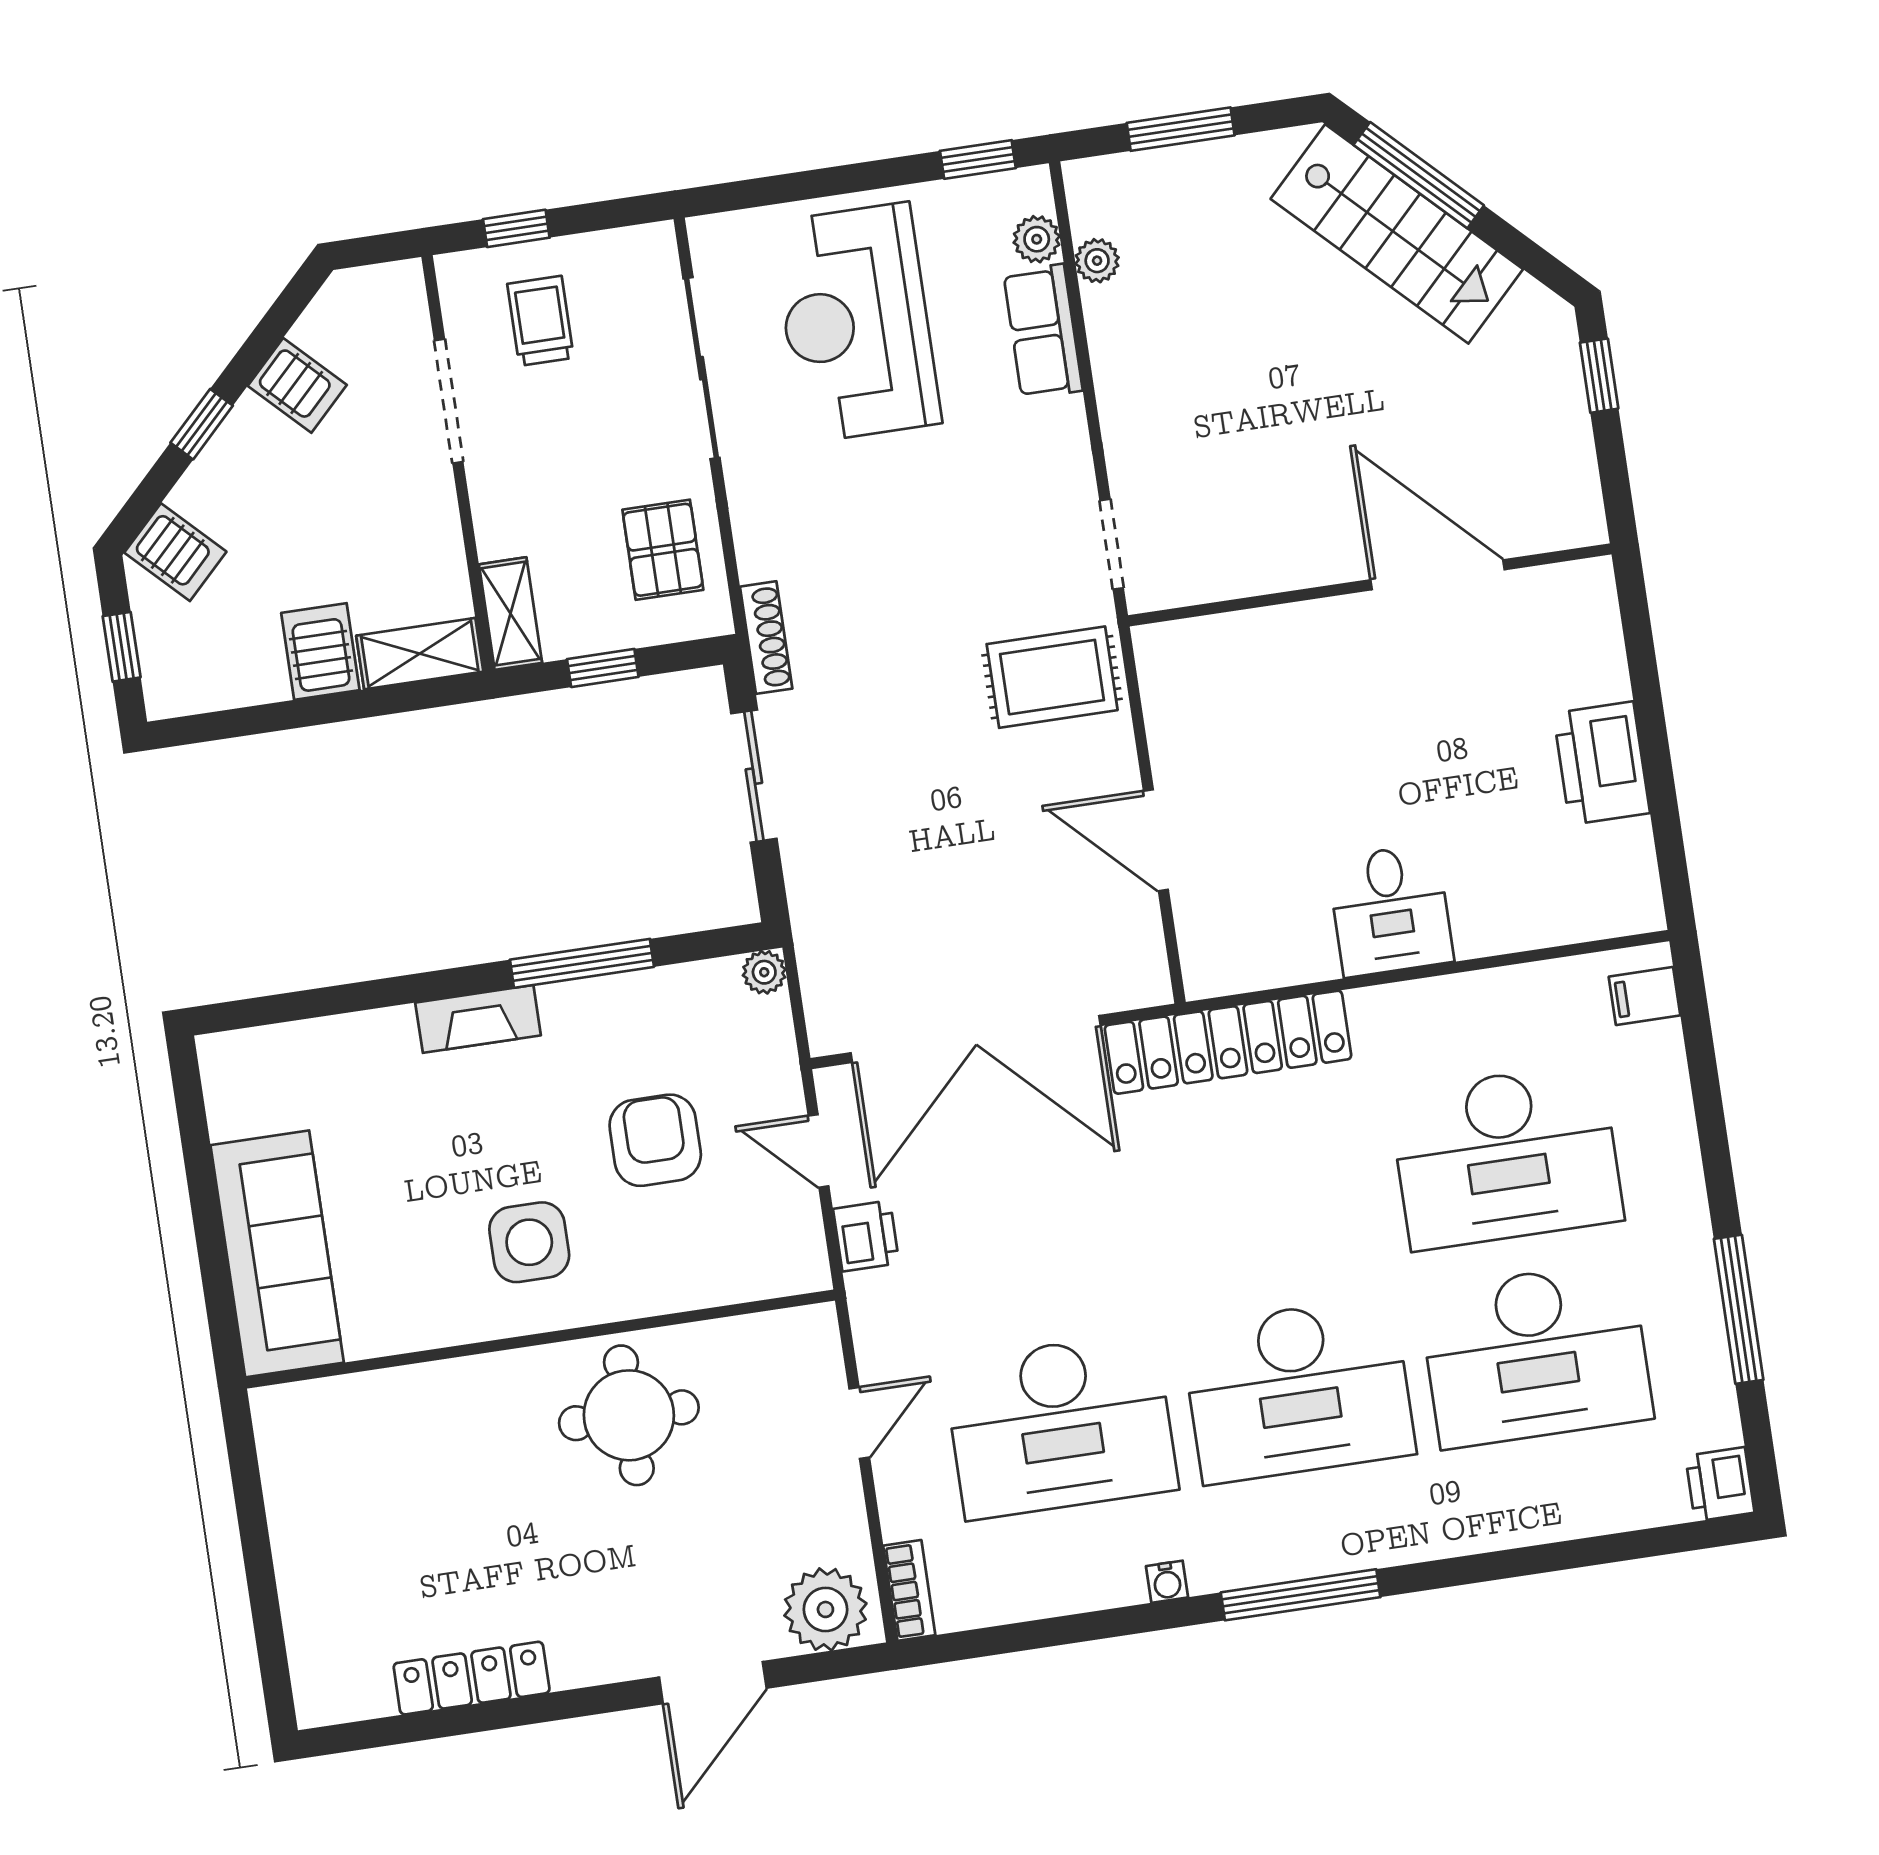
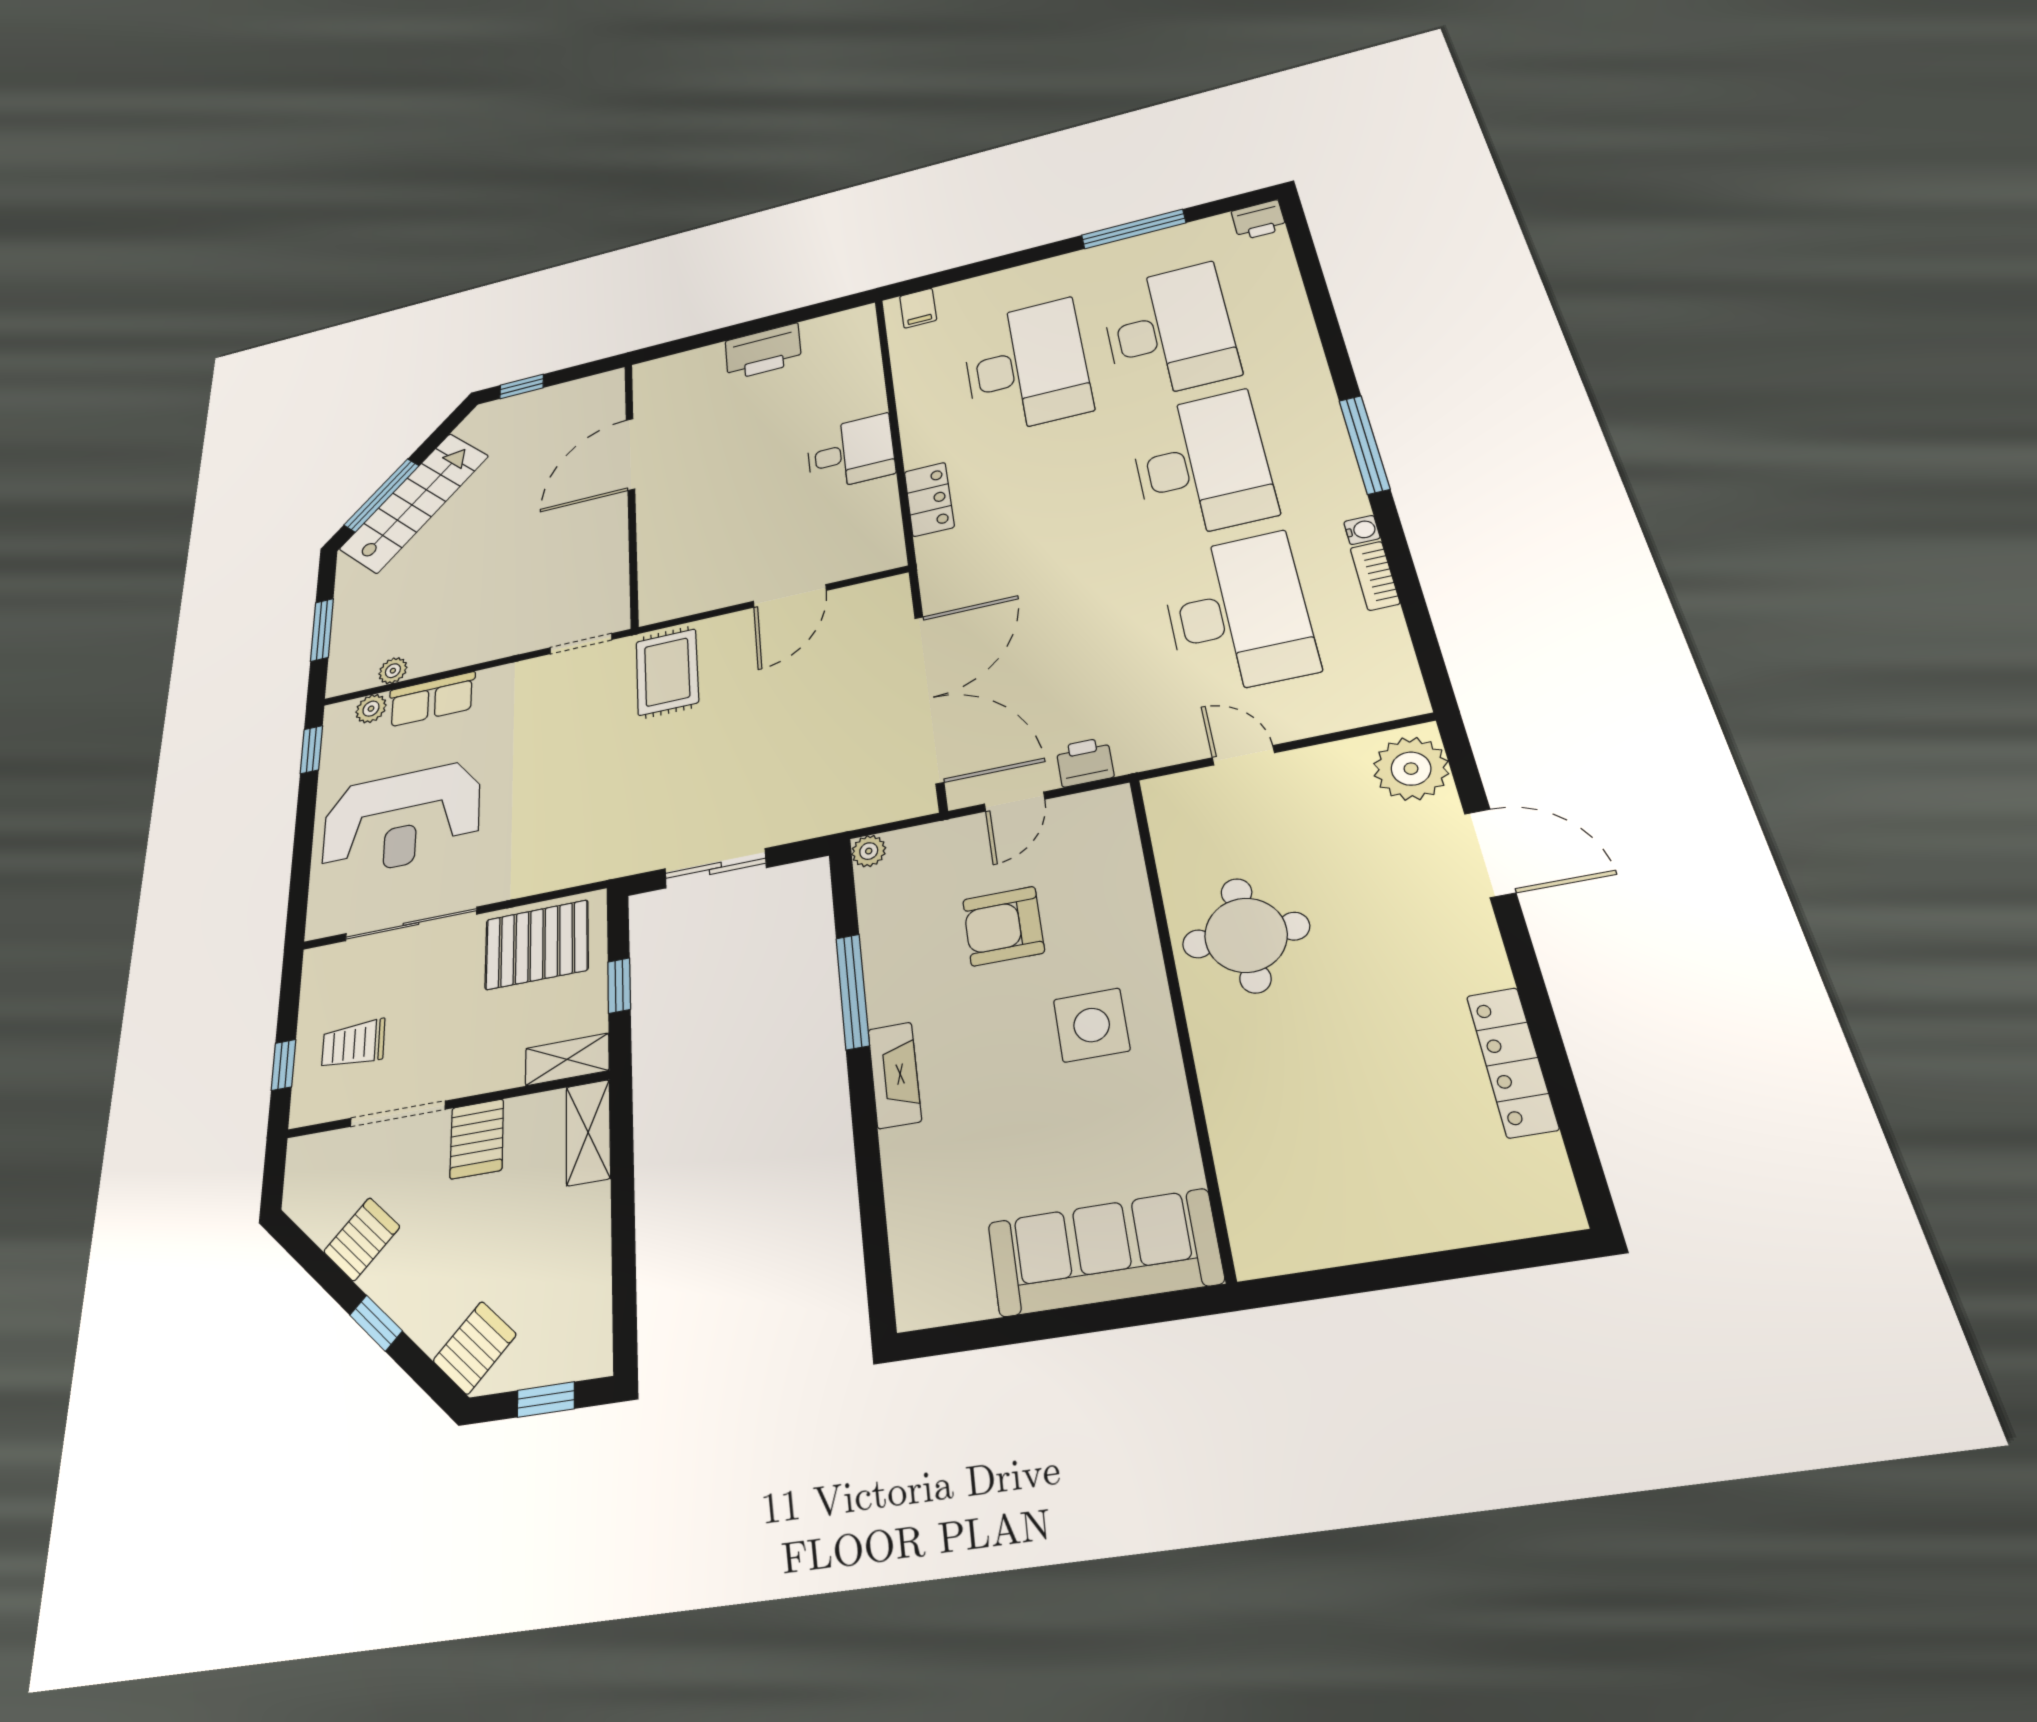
pallet: (663, 550) -> (537, 945), width x1.50, depth x1.42
shoe rack: (766, 638) -> (613, 866), removed
server rack: (320, 651) -> (477, 1139), moved, turned -90
locker: (1228, 1042) -> (929, 499), width x0.46, depth x0.83
bookcase: (909, 1590) -> (1375, 576), moved, turned -90

